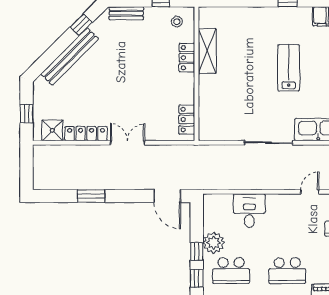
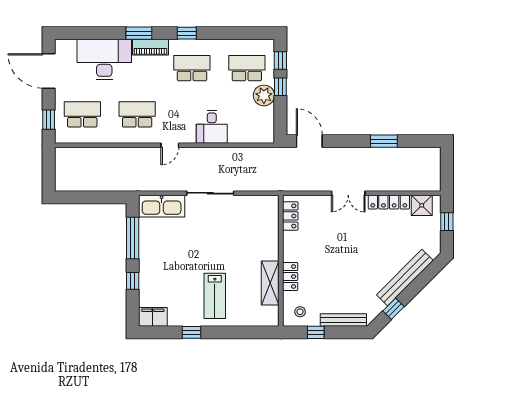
bench: (126, 13) -> (343, 320), width x1.36
lab bench: (289, 68) -> (215, 296), moved
desk: (249, 211) -> (212, 127), moved

